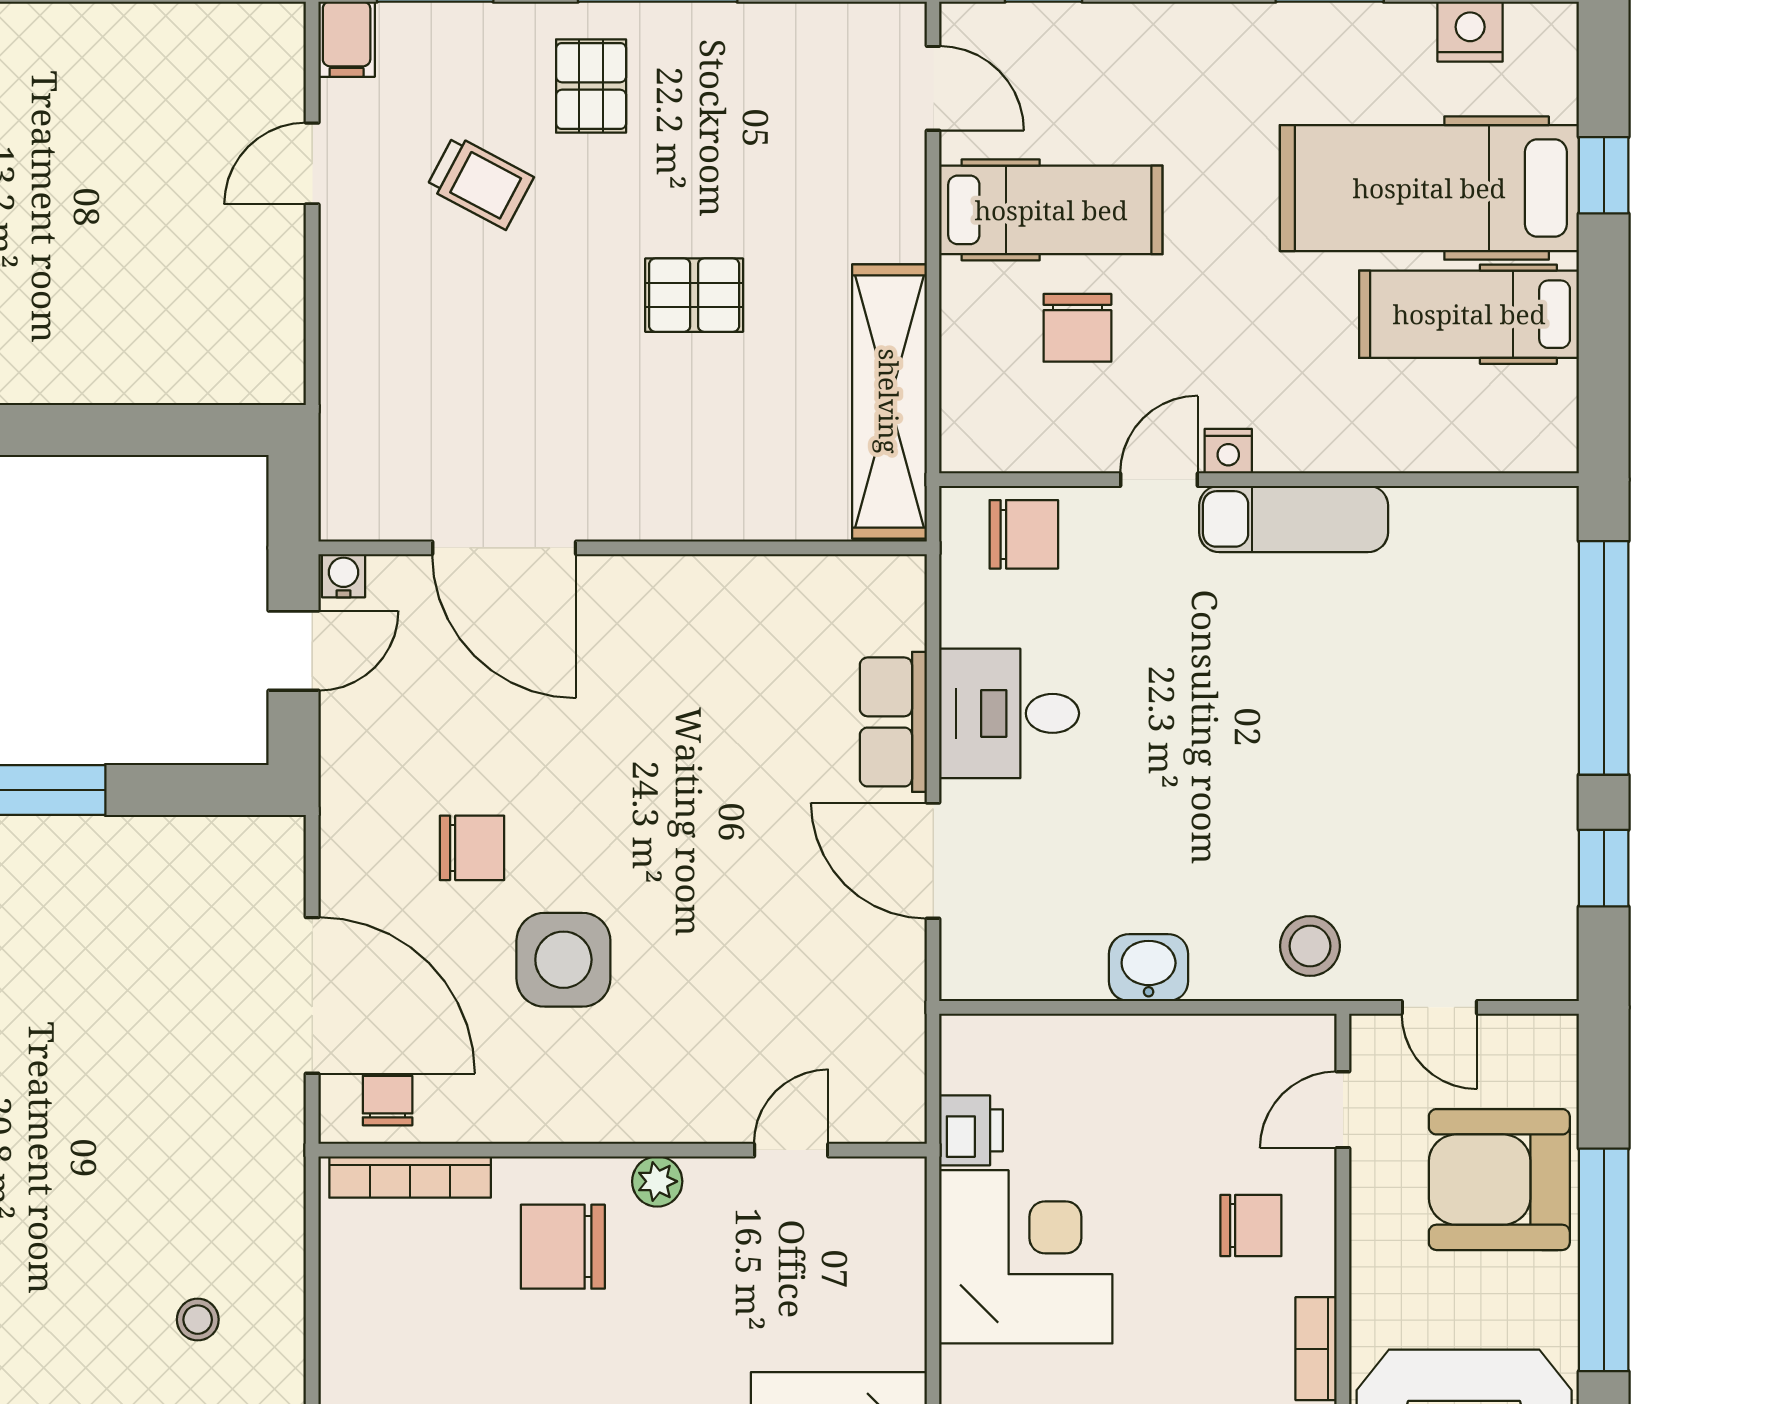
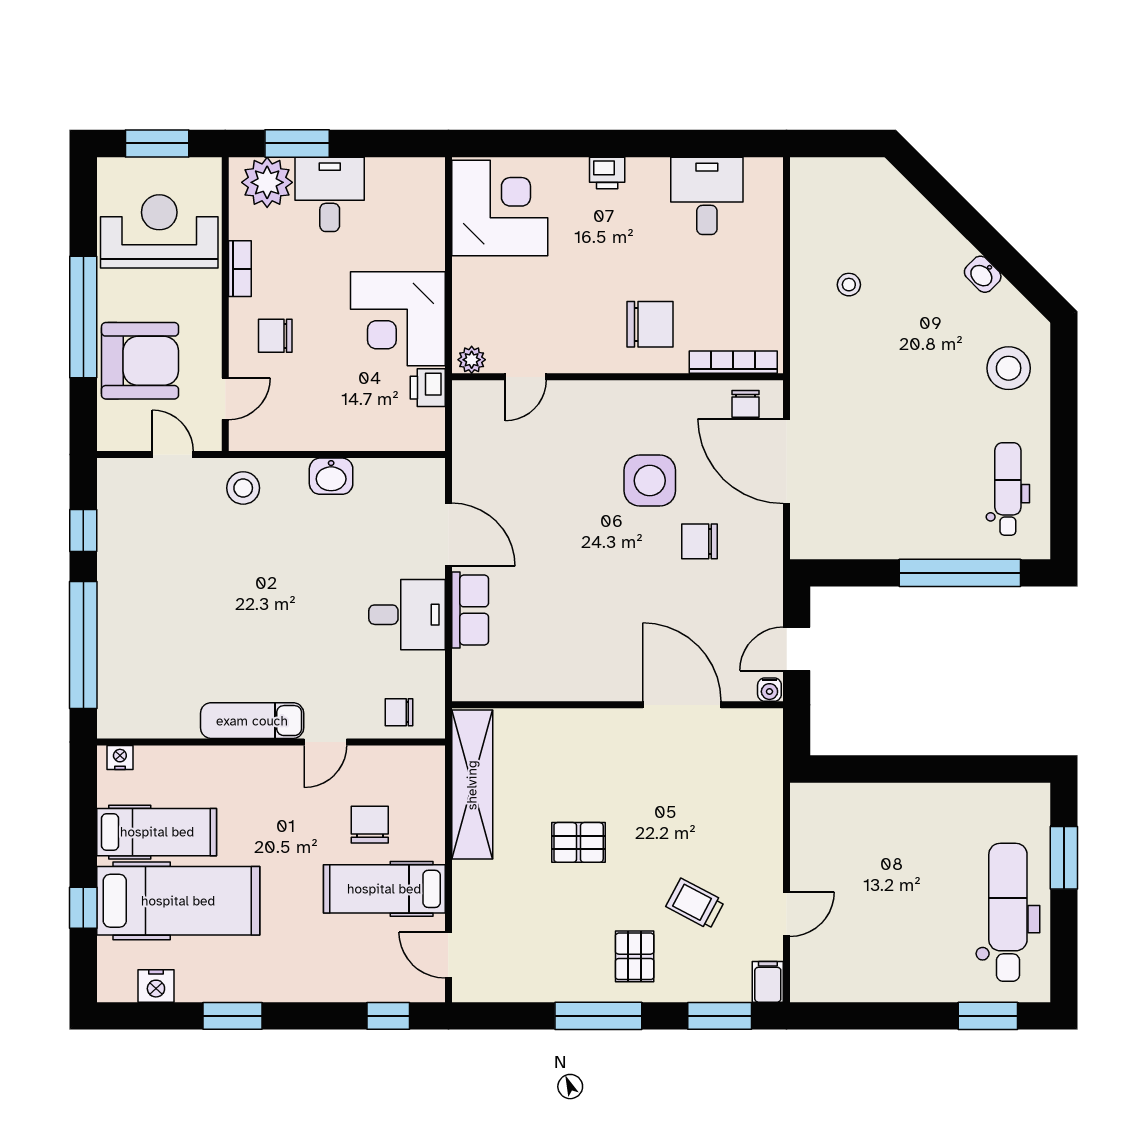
nightstand: (1228, 451) -> (120, 757), moved
chair: (1024, 534) -> (399, 712), width x0.73, depth x0.73
plant: (657, 1181) -> (472, 360), moved

